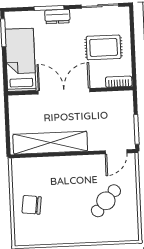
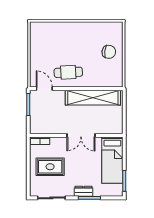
double door: (64, 91) -> (81, 135), width x0.73
door: (116, 152) -> (44, 89), hinge flipped
cafe table: (106, 201) -> (68, 72), moved, turned 45

